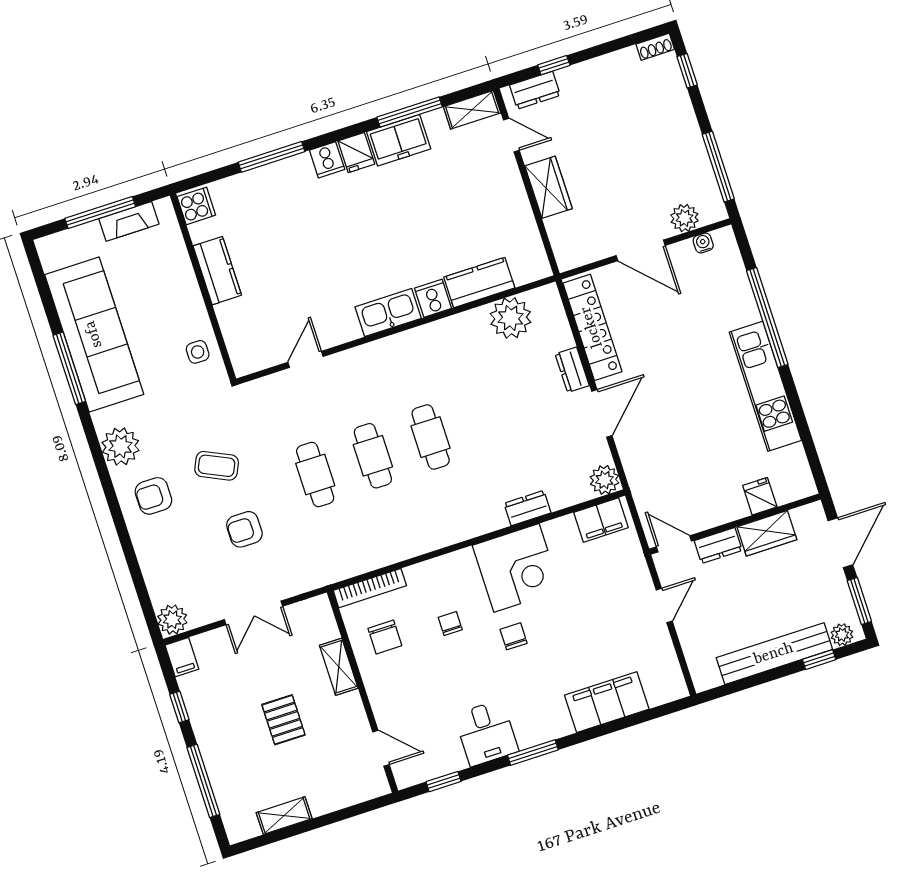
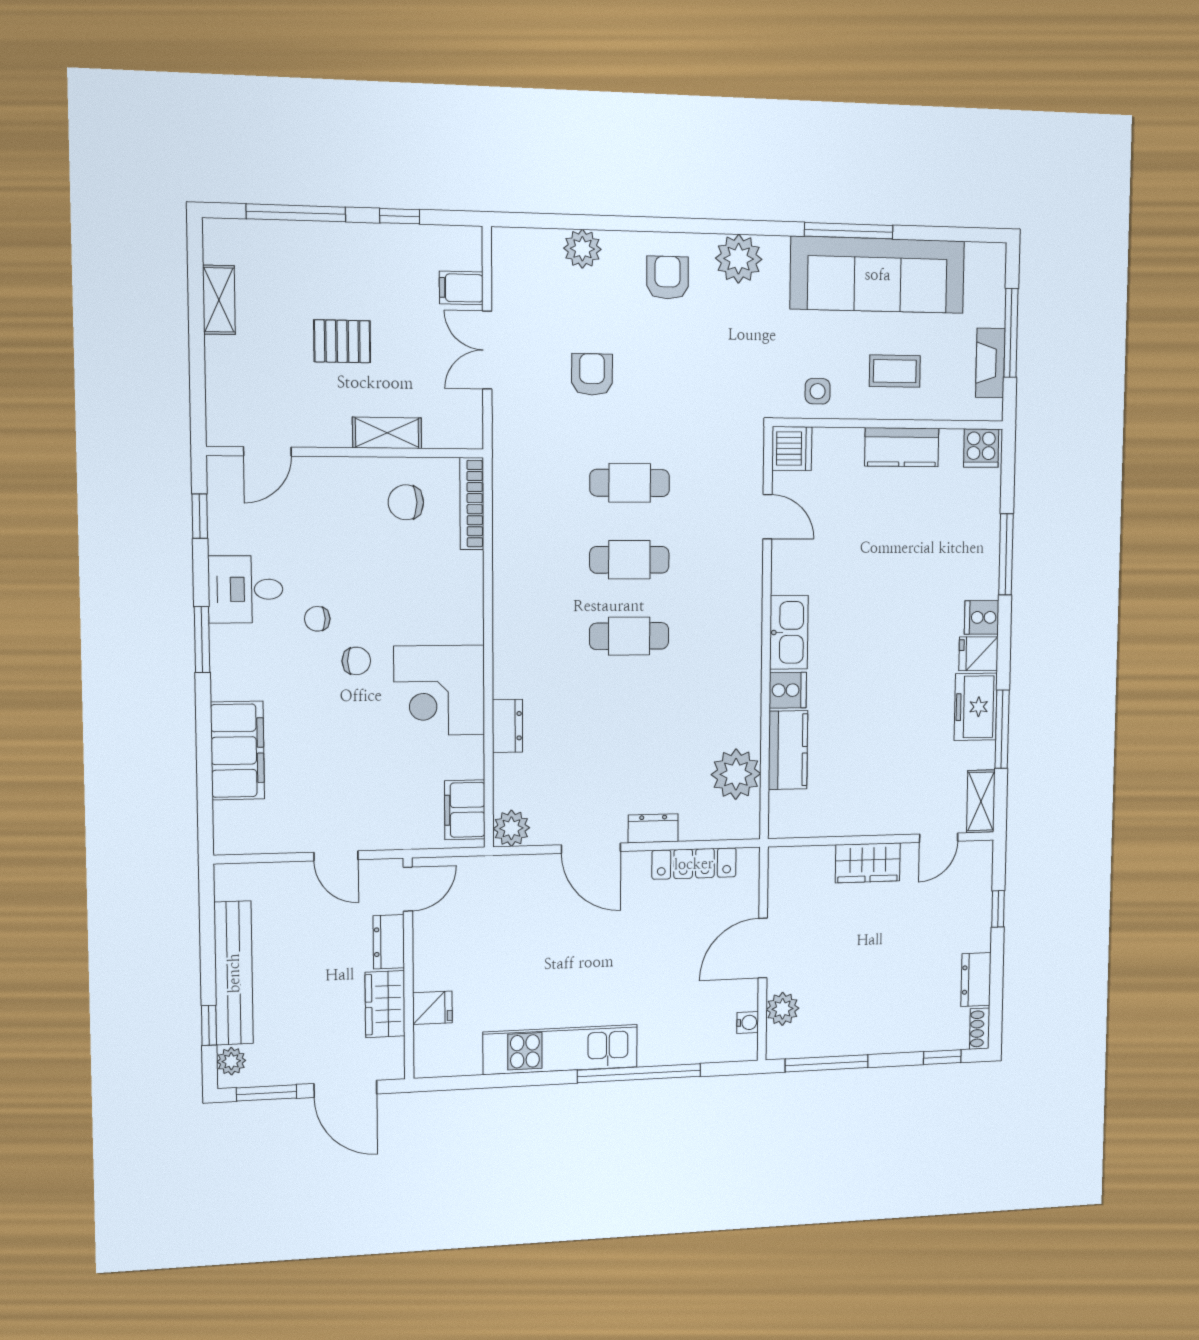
dresser: (535, 90) -> (976, 980), moved
locker: (592, 327) -> (694, 864), width x0.71, depth x0.83
dishwasher: (248, 358) -> (792, 449), added
coffee table: (217, 466) -> (895, 371), moved, turned 65
plant: (172, 620) -> (582, 249), moved
chair: (450, 623) -> (317, 619), moved, turned 180
filing cabinet: (182, 657) -> (461, 288), moved

